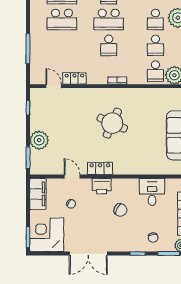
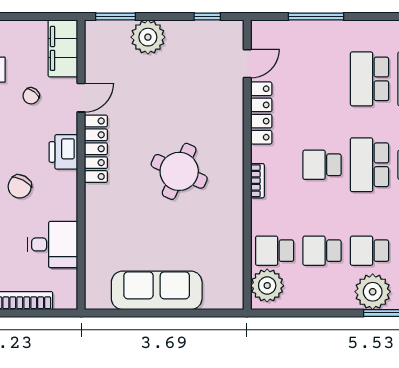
locker: (74, 78) -> (261, 113), width x1.53
locker: (100, 168) -> (96, 149), width x1.53
filing cabinet: (38, 194) -> (63, 48), moved, turned 90

